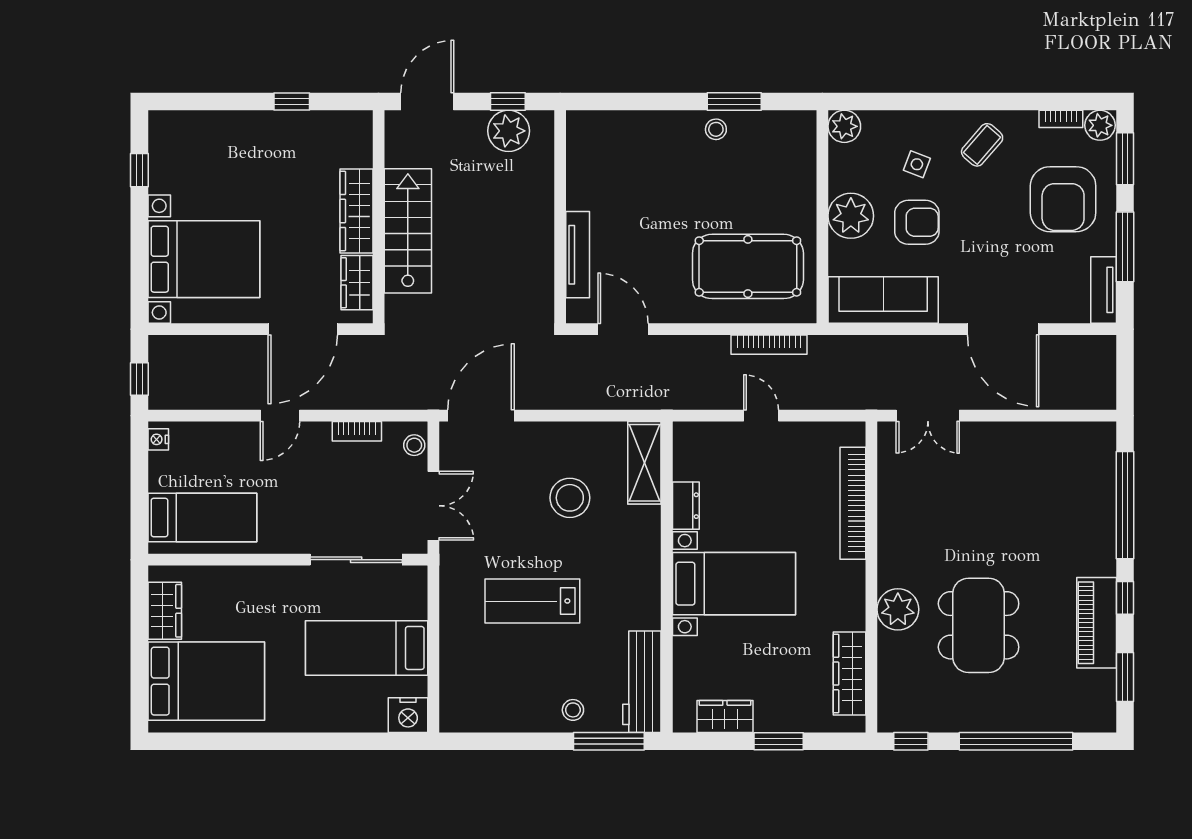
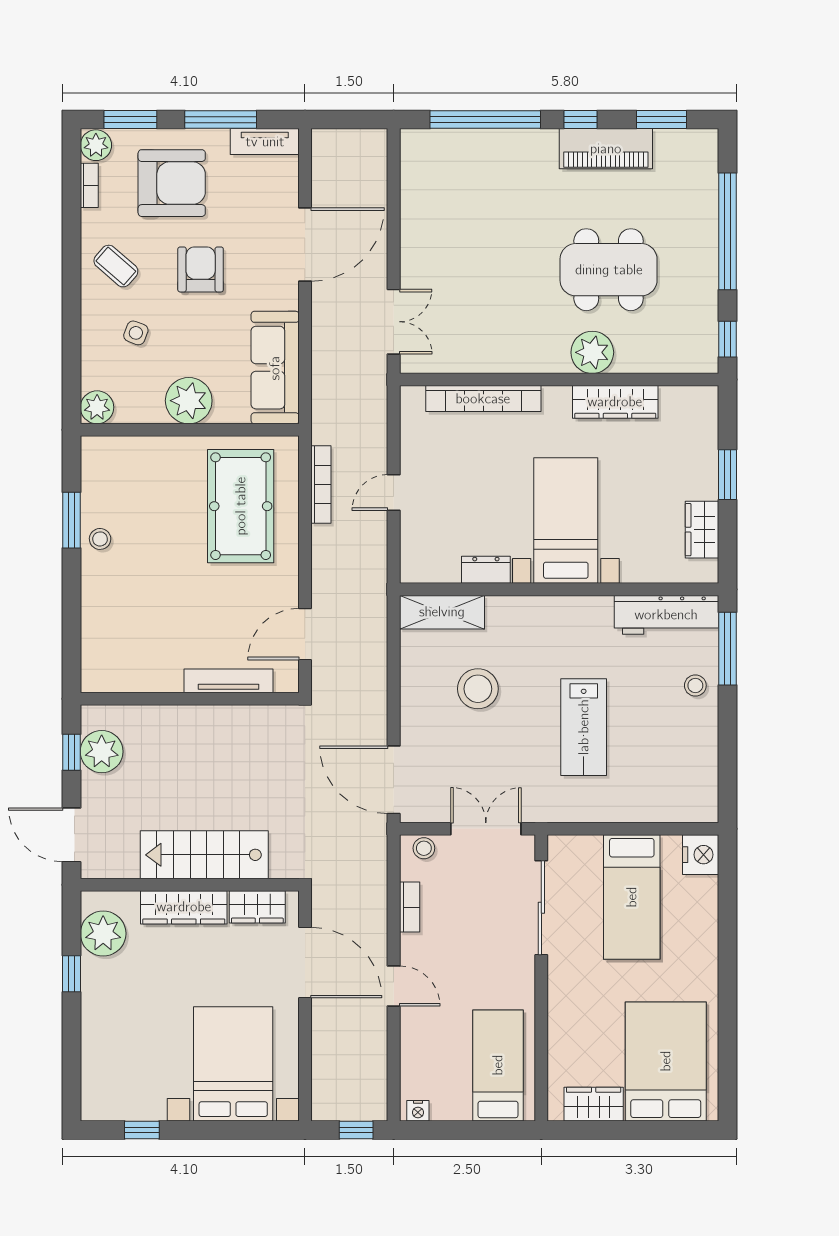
plant: (331, 132) -> (103, 934), added
armchair: (917, 222) -> (201, 269), moved
wardrobe: (850, 674) -> (615, 402), moved

